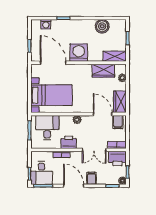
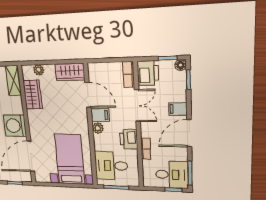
door: (103, 114) -> (88, 95), swing flipped
filing cabinet: (118, 122) -> (100, 115), moved

